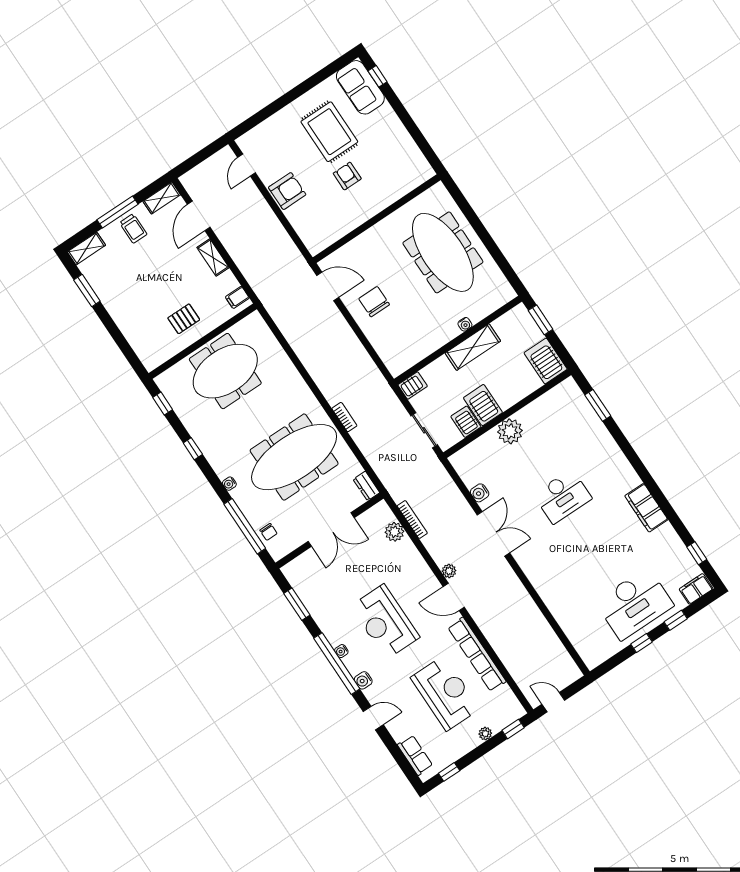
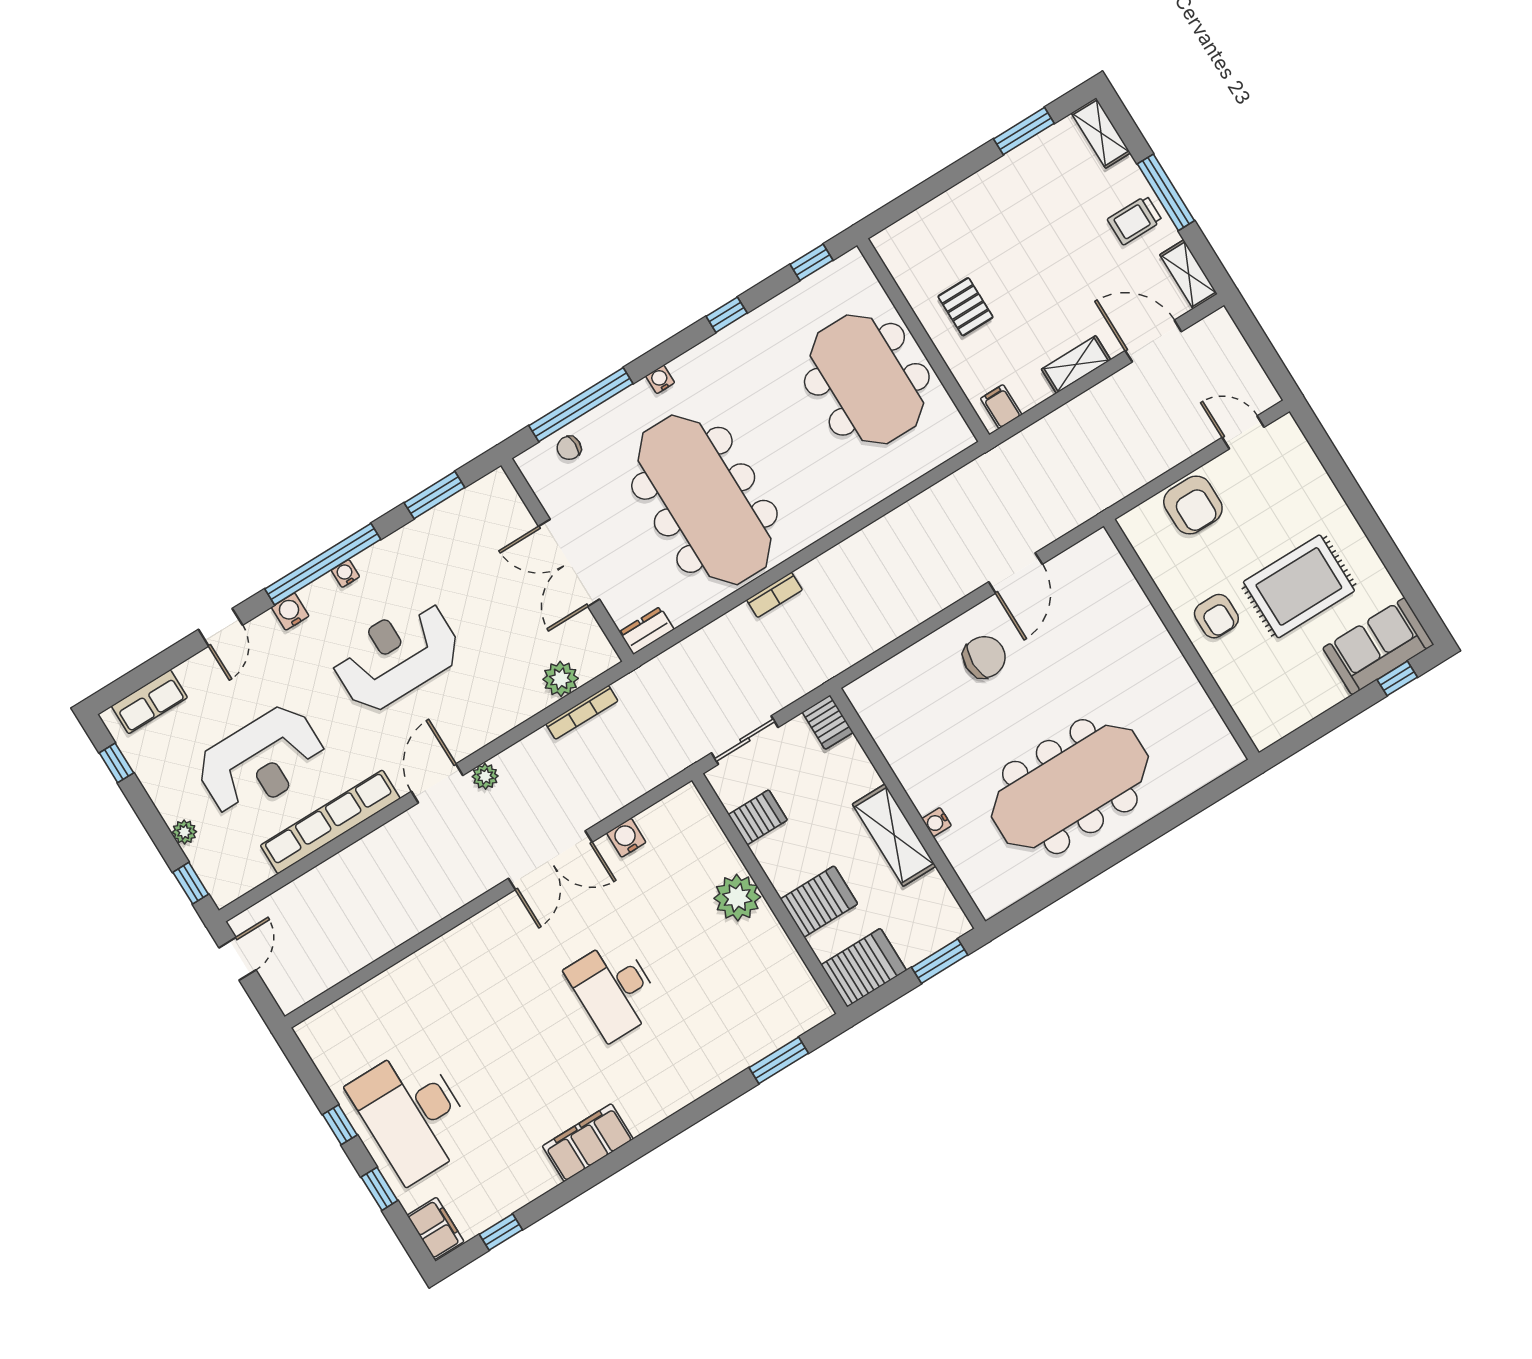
armchair: (347, 176) -> (1216, 616), turned 90
wall: (377, 219) -> (1181, 639), moved
server rack: (483, 405) -> (819, 901), moved

